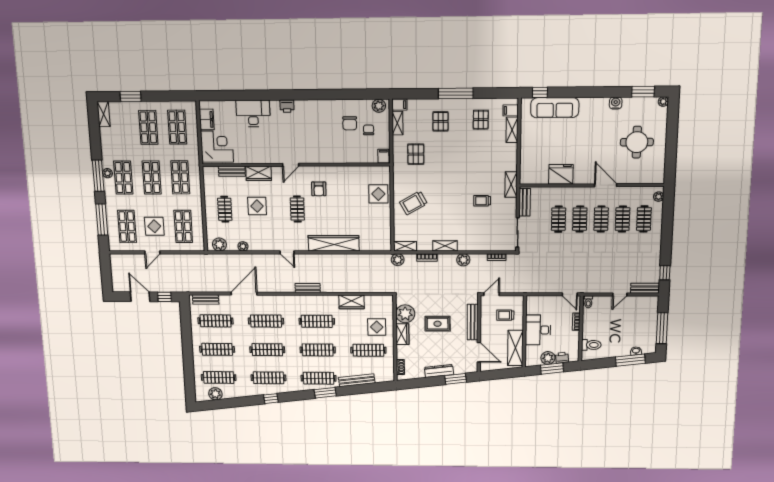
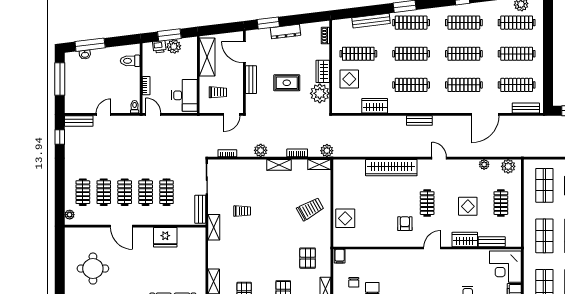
bench: (473, 322) -> (251, 80), width x0.73
desk: (538, 330) -> (184, 95), moved

